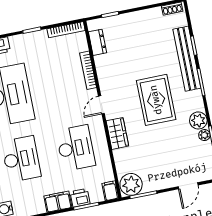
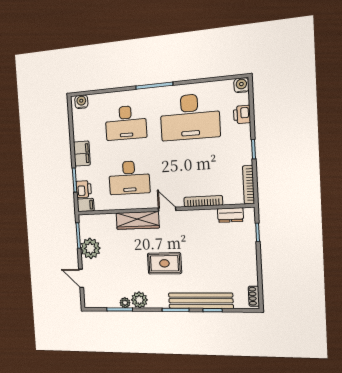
rug: (156, 100) -> (164, 263), width x0.73, depth x0.70
wardrobe: (117, 133) -> (138, 220), width x1.50
plant: (131, 184) -> (90, 248), moved
printer: (80, 198) -> (84, 189), moved

